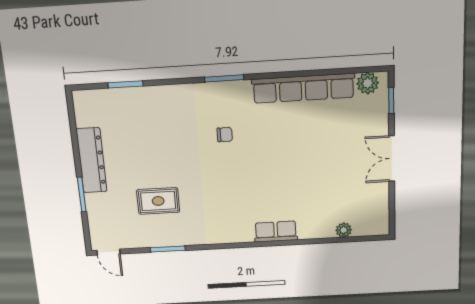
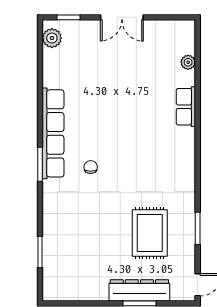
row of seats: (303, 88) -> (53, 133), moved
dresser: (92, 160) -> (139, 290), moved
rug: (158, 201) -> (150, 233), width x1.36, depth x1.43
row of seats: (276, 231) -> (186, 107), moved

